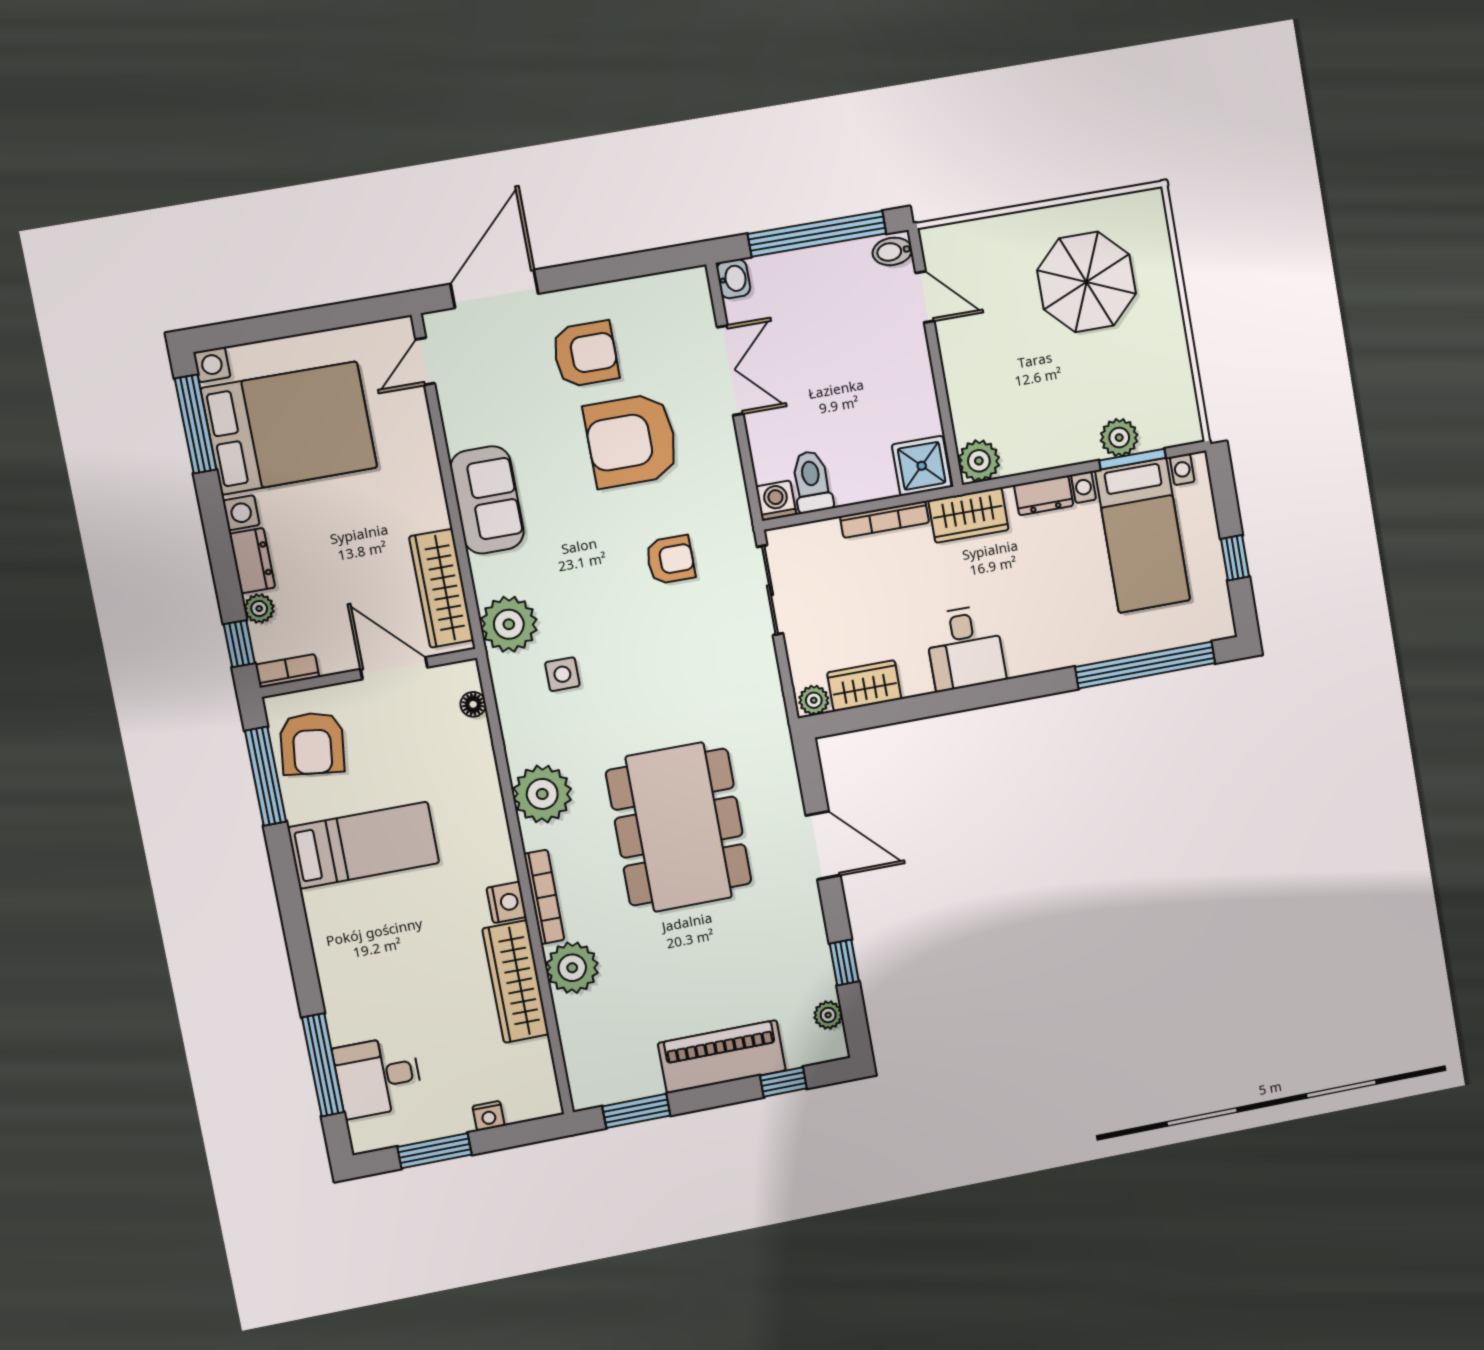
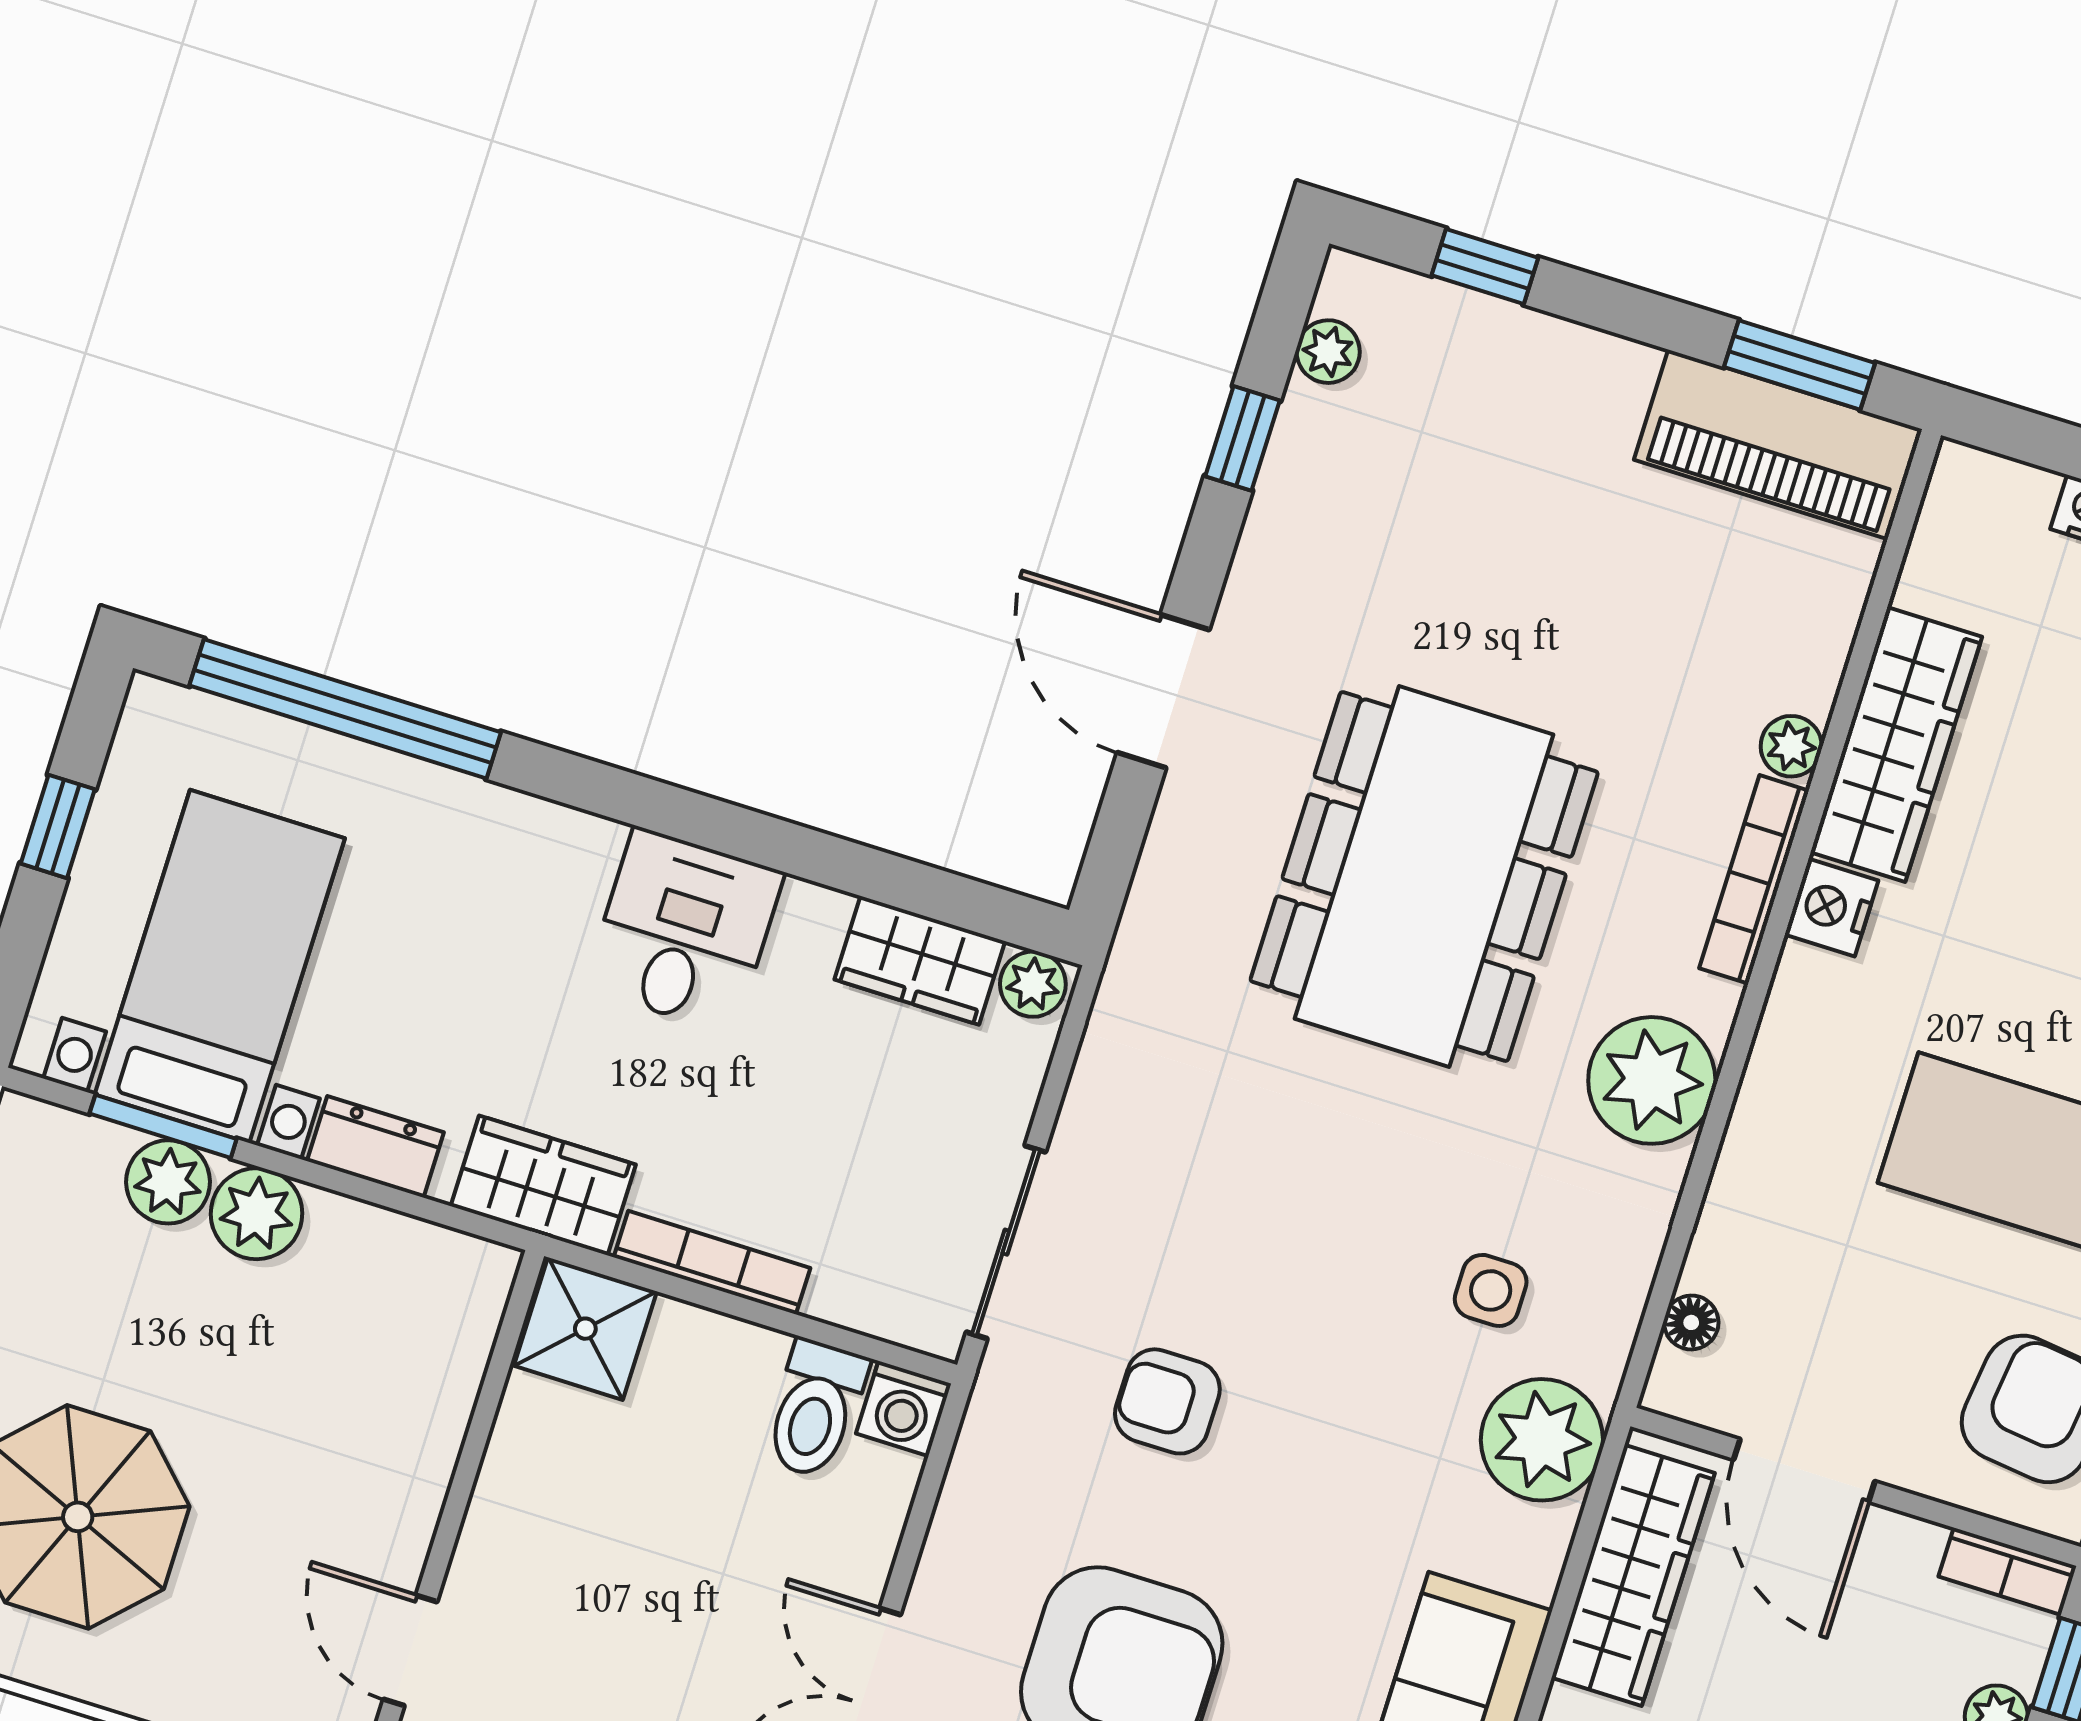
plant: (979, 461) -> (257, 1214), moved
plant: (572, 968) -> (1791, 746), width x0.53, depth x0.53
piano: (722, 1057) -> (1778, 444), moved

